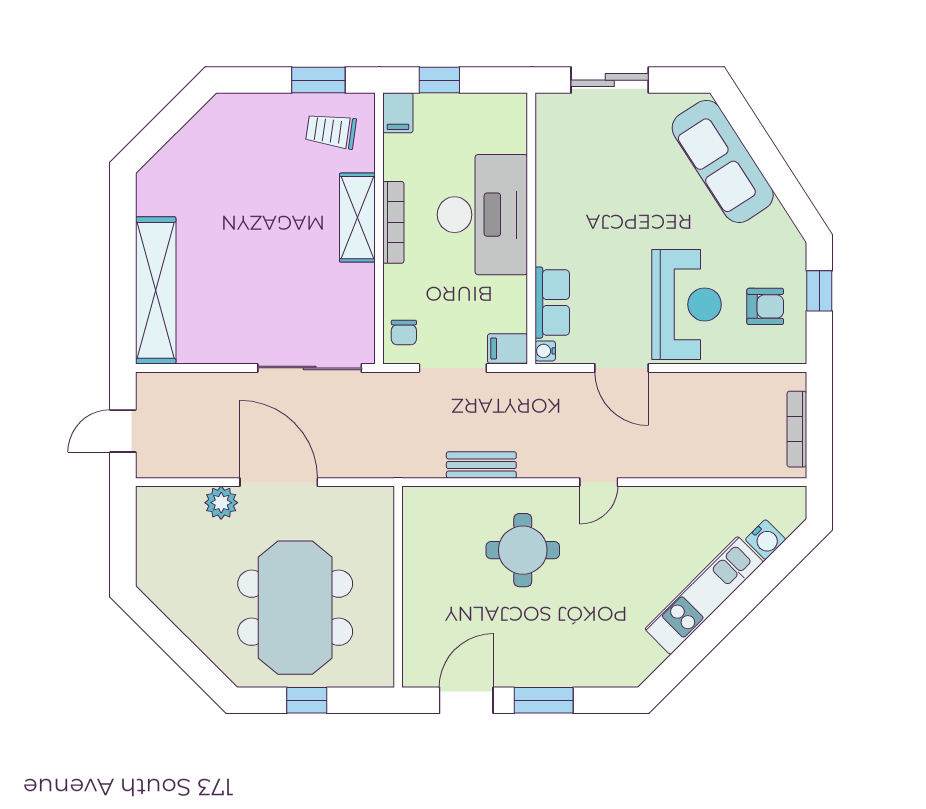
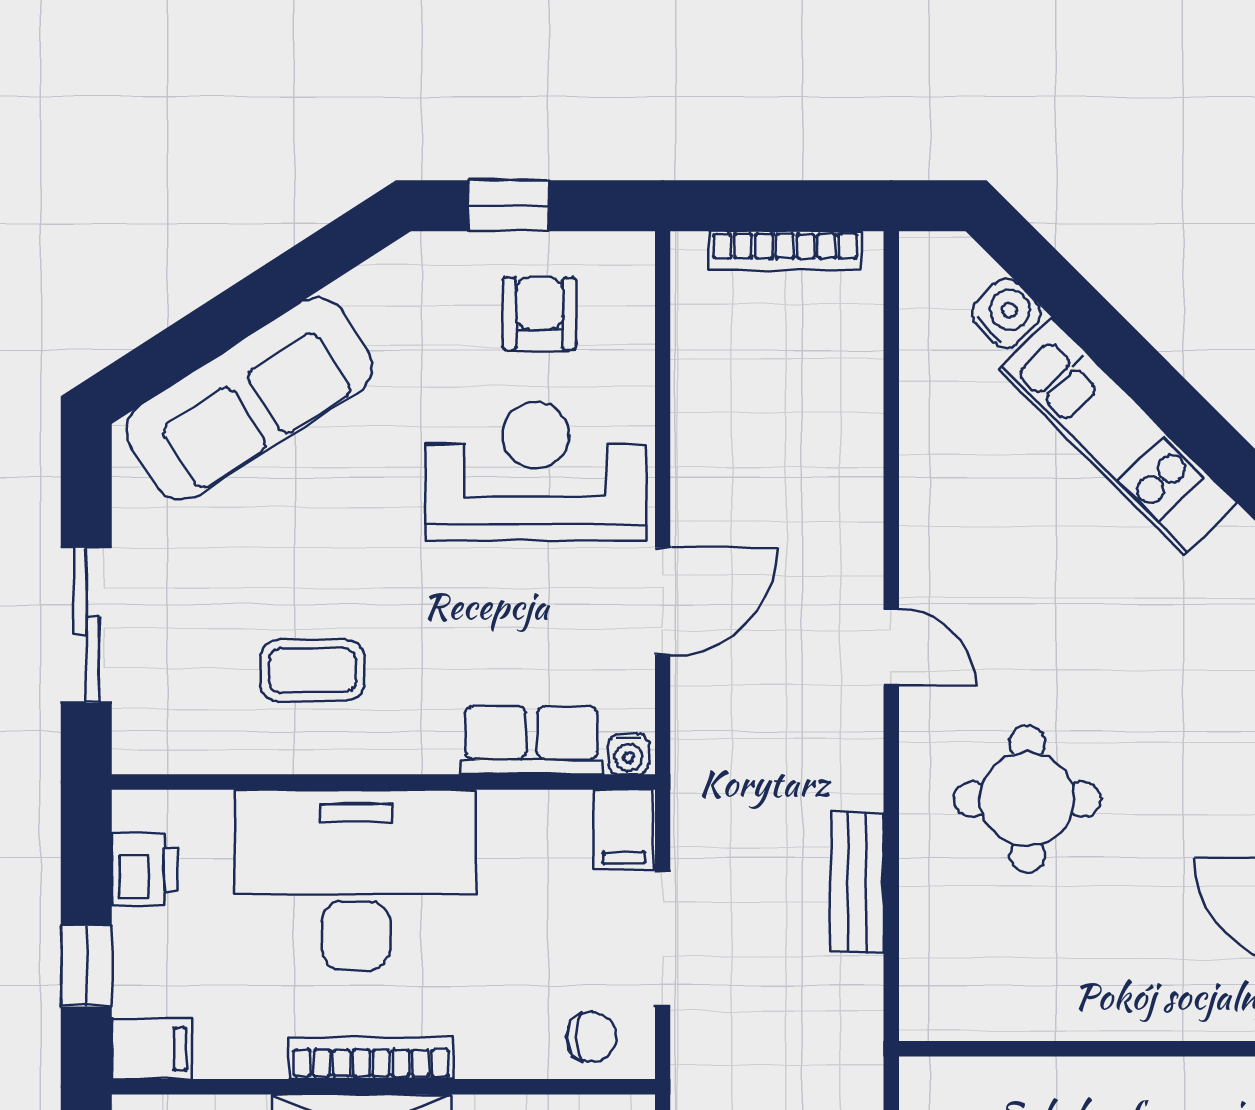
printer: (488, 109) -> (145, 870), added
coffee table: (587, 193) -> (312, 670), added

